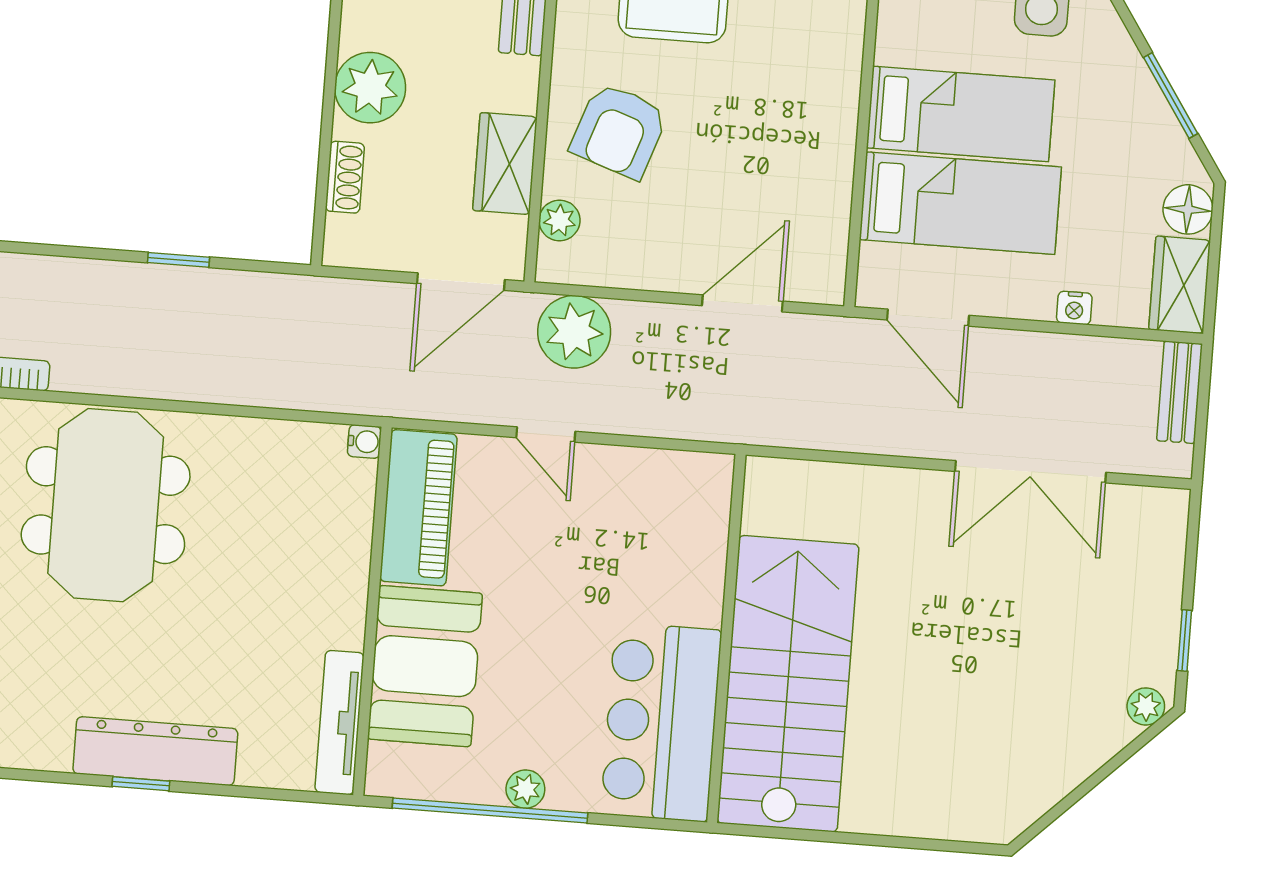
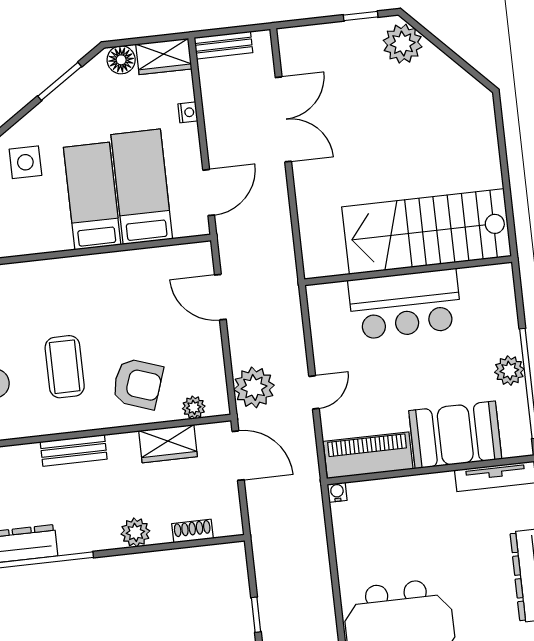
plant: (370, 88) -> (135, 532), width x0.73, depth x0.73
plant: (1146, 706) -> (403, 44), width x1.87, depth x1.87
bar counter: (661, 722) -> (405, 304), moved
plant: (525, 789) -> (509, 371), width x1.38, depth x1.38

